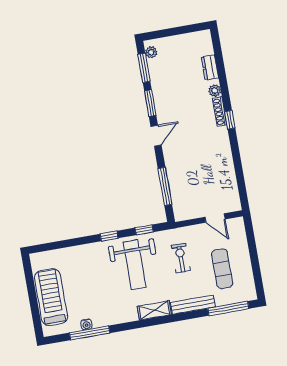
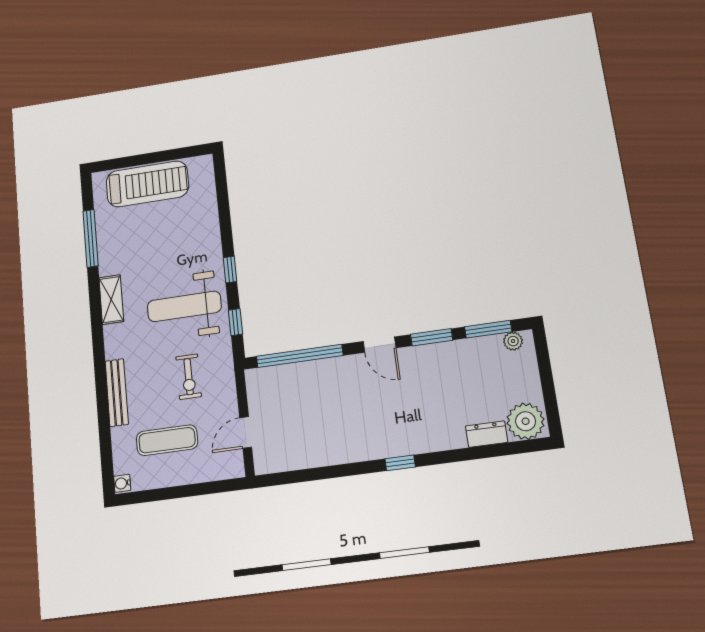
plant: (215, 91) -> (526, 421), moved, width x1.87, depth x1.87
shoe rack: (220, 112) -> (414, 447), removed
window: (165, 186) -> (300, 356), width x1.46
exercise bike: (181, 258) -> (189, 377), turned 90
window: (228, 308) -> (106, 447), removed
shelving: (154, 310) -> (111, 300), moved
water cooler: (86, 324) -> (122, 483), moved

